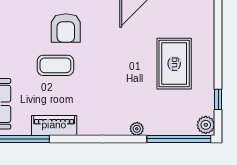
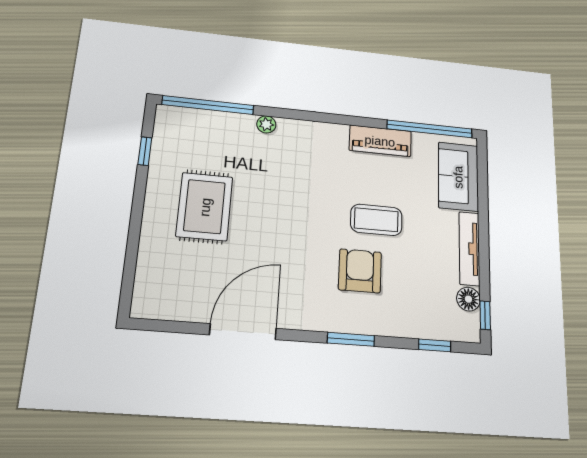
plant: (206, 125) -> (167, 119), removed

